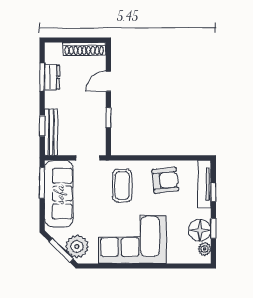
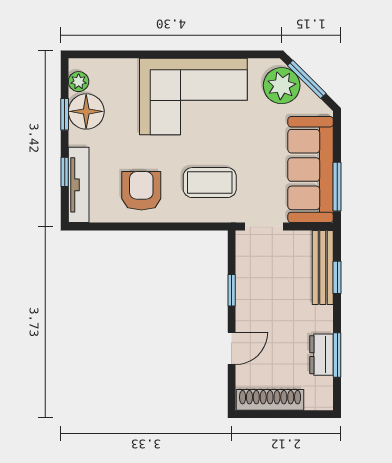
armchair: (165, 180) -> (141, 191), turned 96
coffee table: (122, 185) -> (210, 183), turned 90

